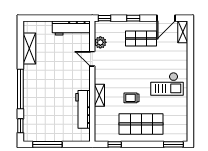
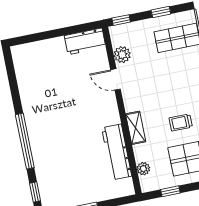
workbench: (71, 28) -> (85, 41), width x0.73
shelving: (29, 49) -> (26, 83), removed
plant: (99, 125) -> (143, 169), added

